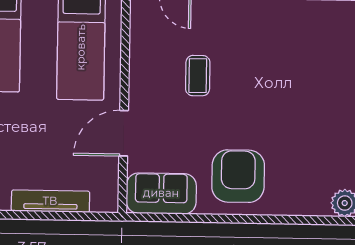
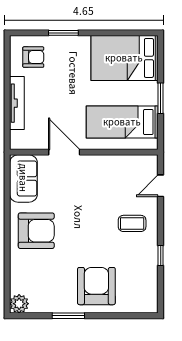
coffee table: (198, 76) -> (132, 223), moved
armchair: (321, 89) -> (96, 286), added

